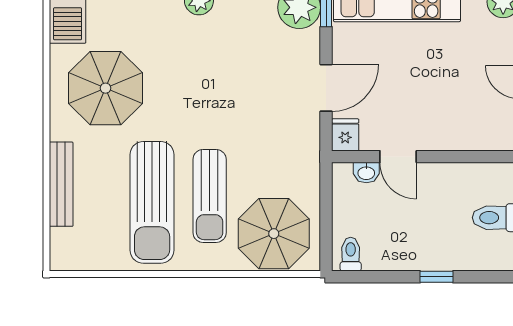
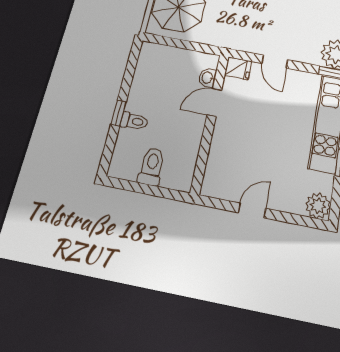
door: (326, 88) -> (275, 62), width x0.73
toilet: (351, 254) -> (134, 121), moved

